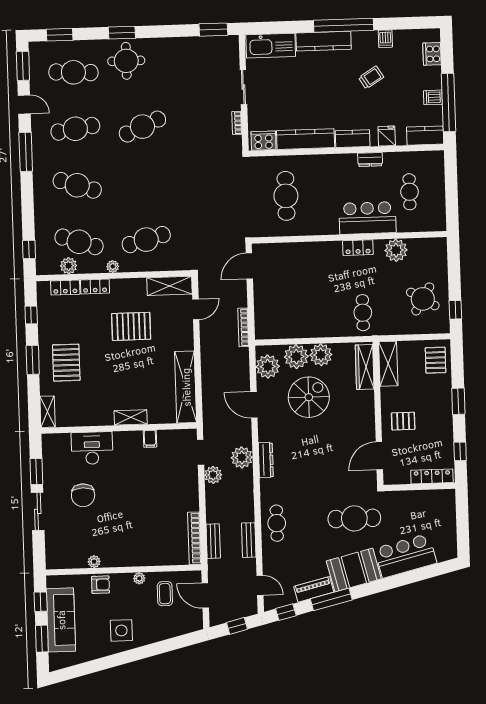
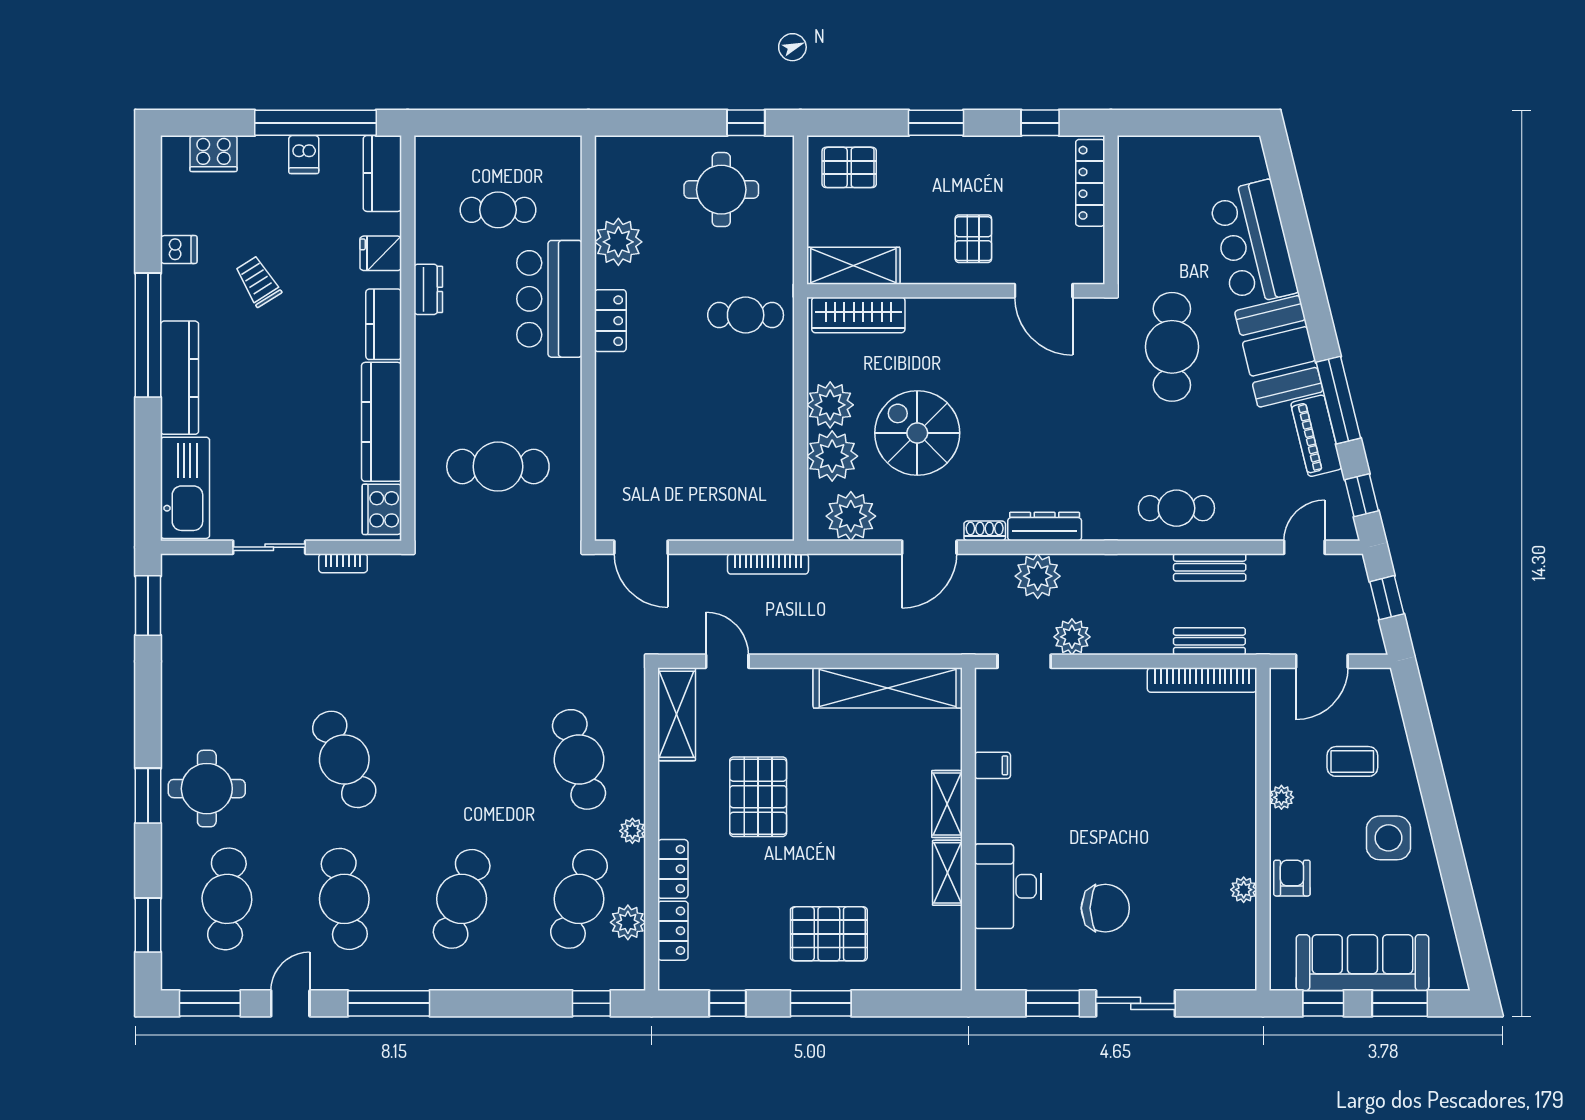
round table: (423, 299) -> (721, 190), turned -31
shelving: (48, 412) -> (947, 873), moved, turned 90
shoe rack: (263, 431) -> (985, 531), added
coffee table: (165, 594) -> (1352, 761), moved

